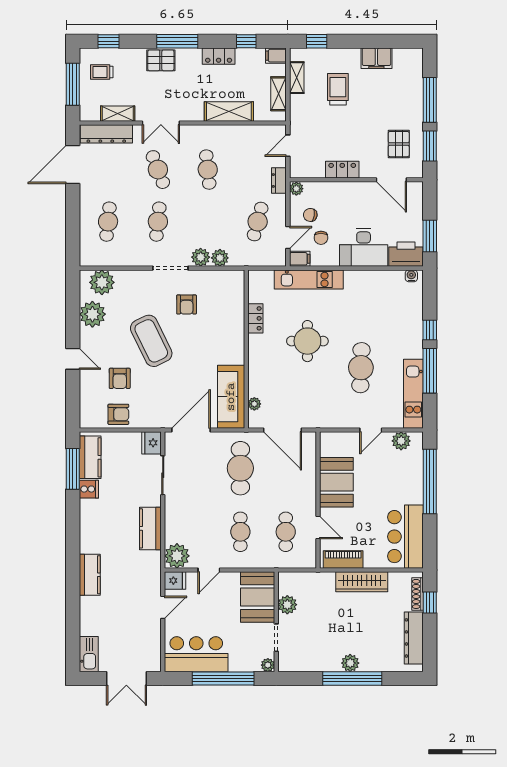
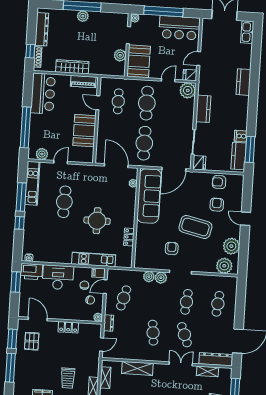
coffee table: (151, 341) -> (195, 227), turned -51
sofa: (231, 397) -> (149, 196), width x1.36, depth x1.27
cafe table: (240, 532) -> (147, 103), width x1.37, depth x1.35

